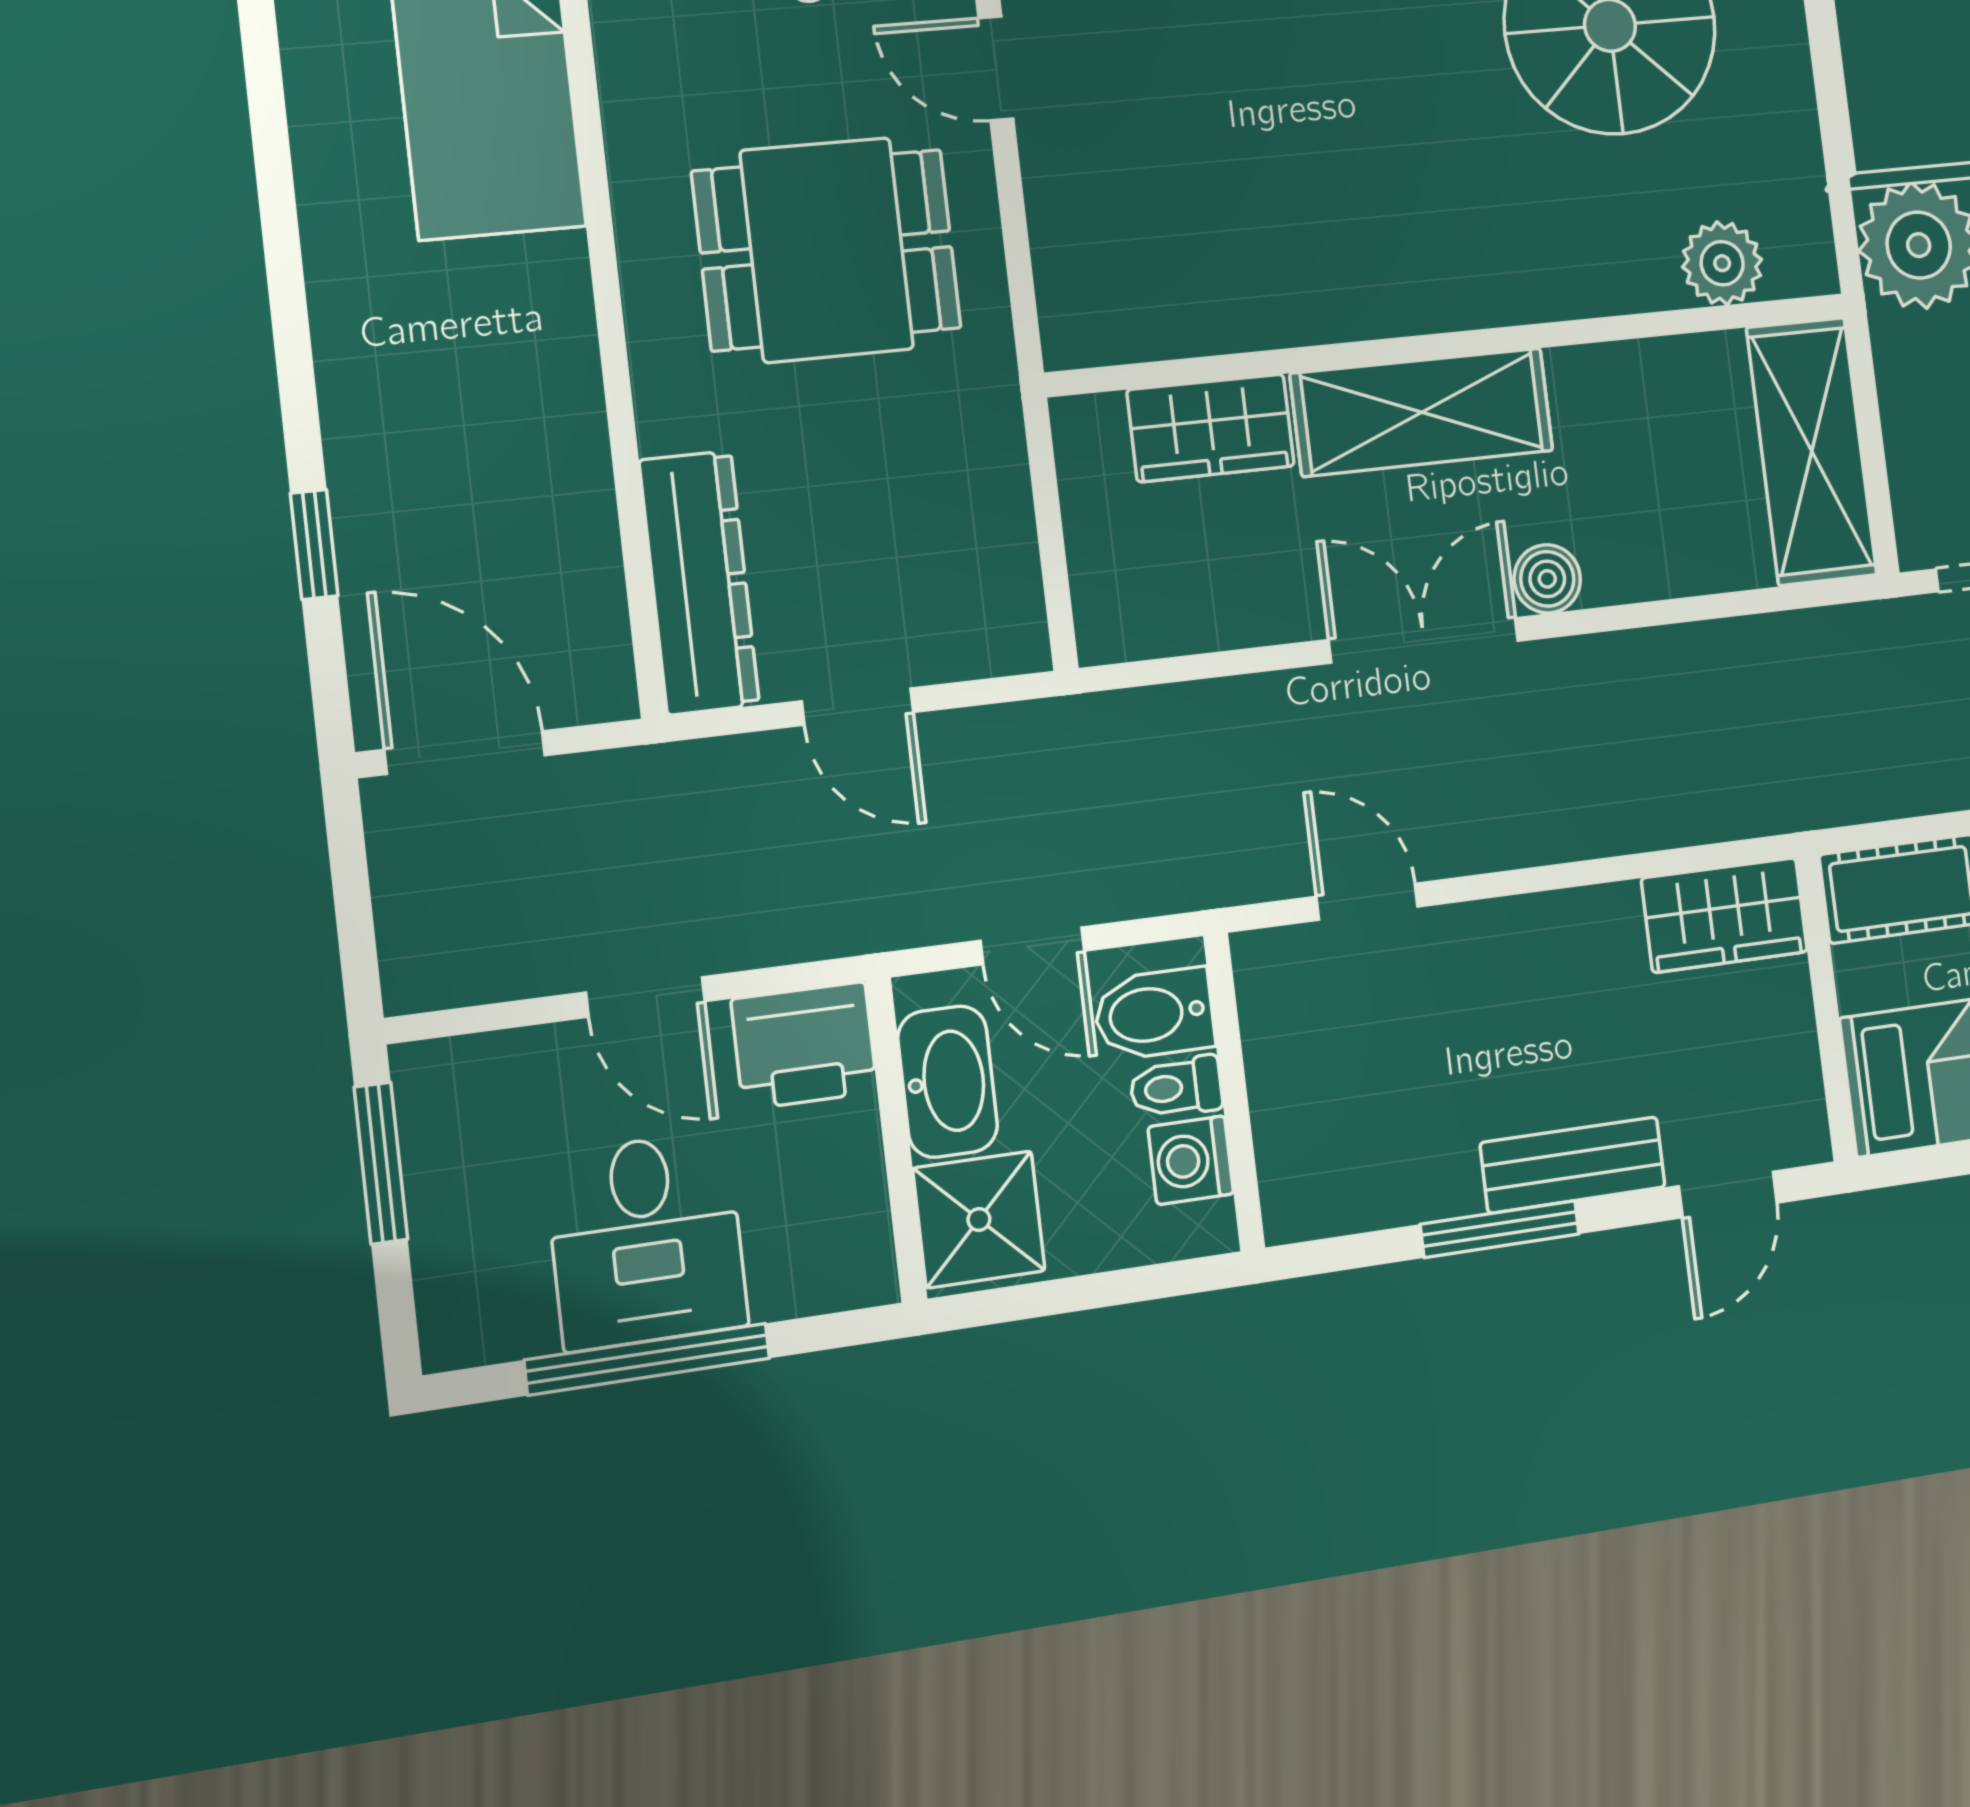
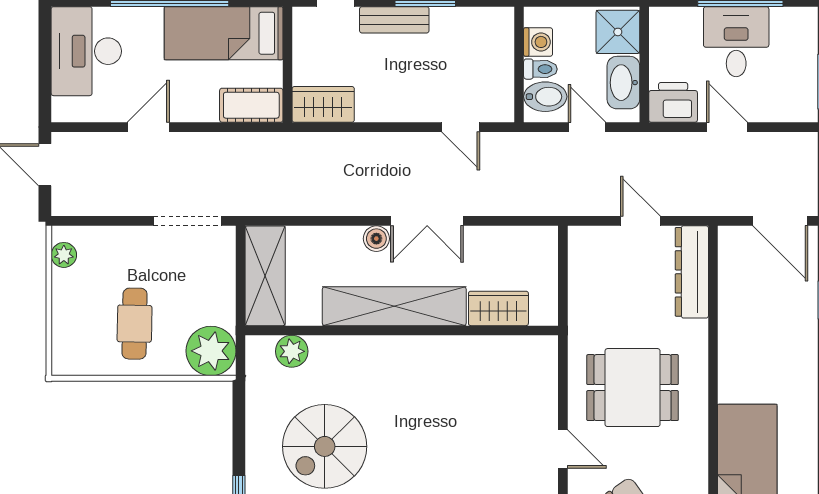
shelving: (1422, 412) -> (394, 306), width x1.47

